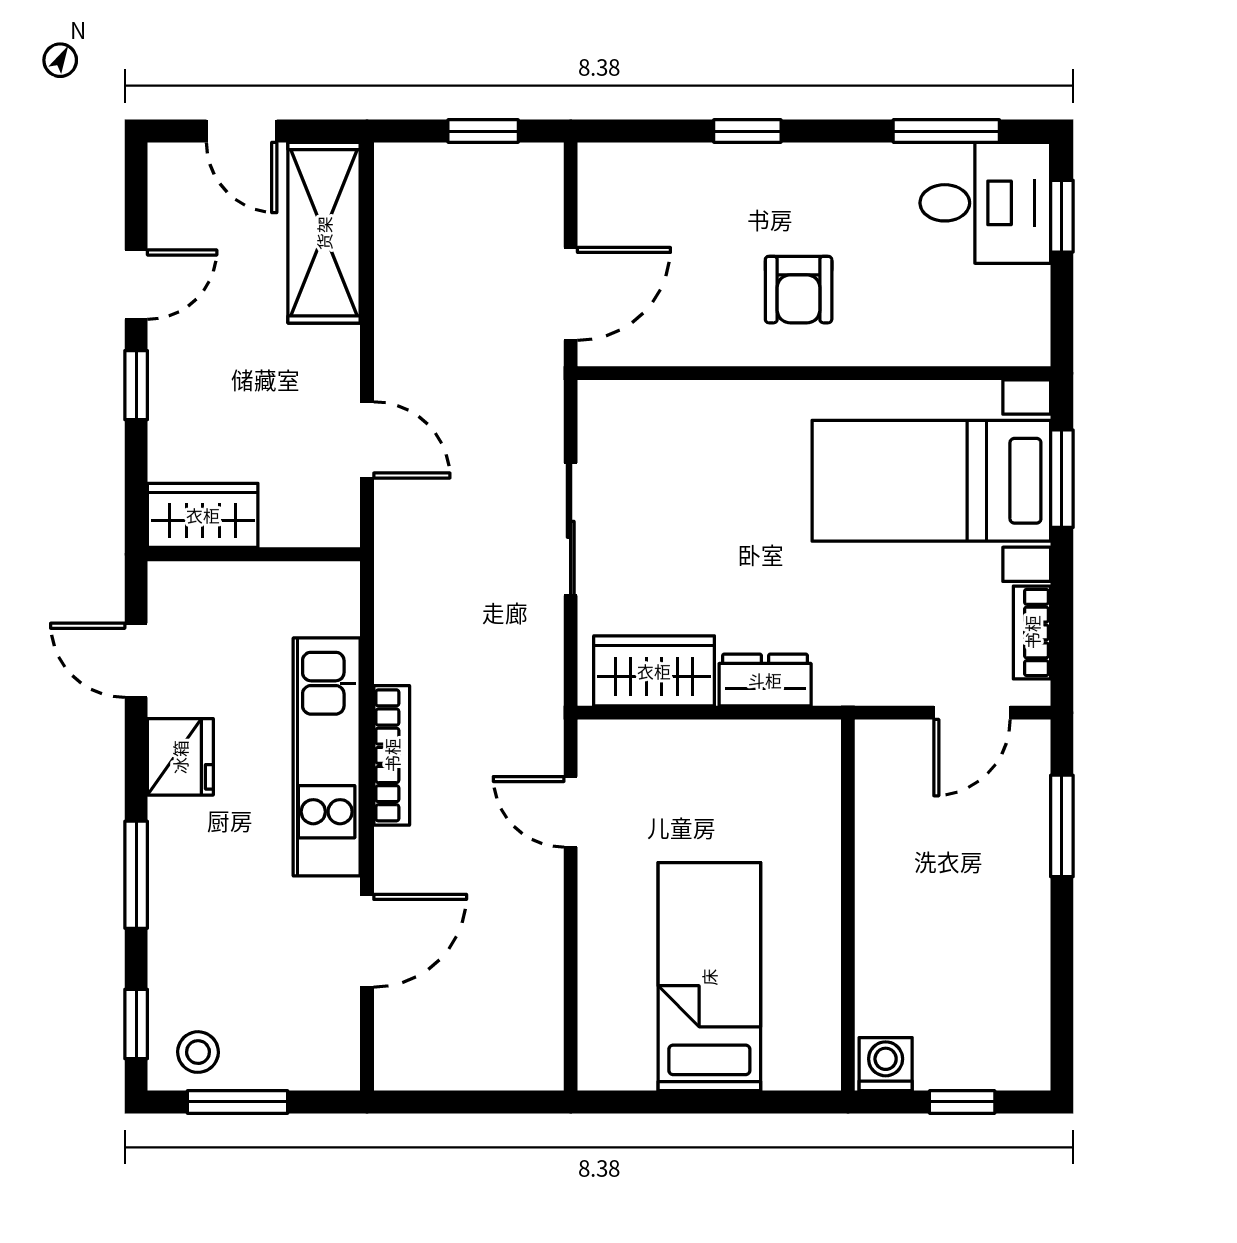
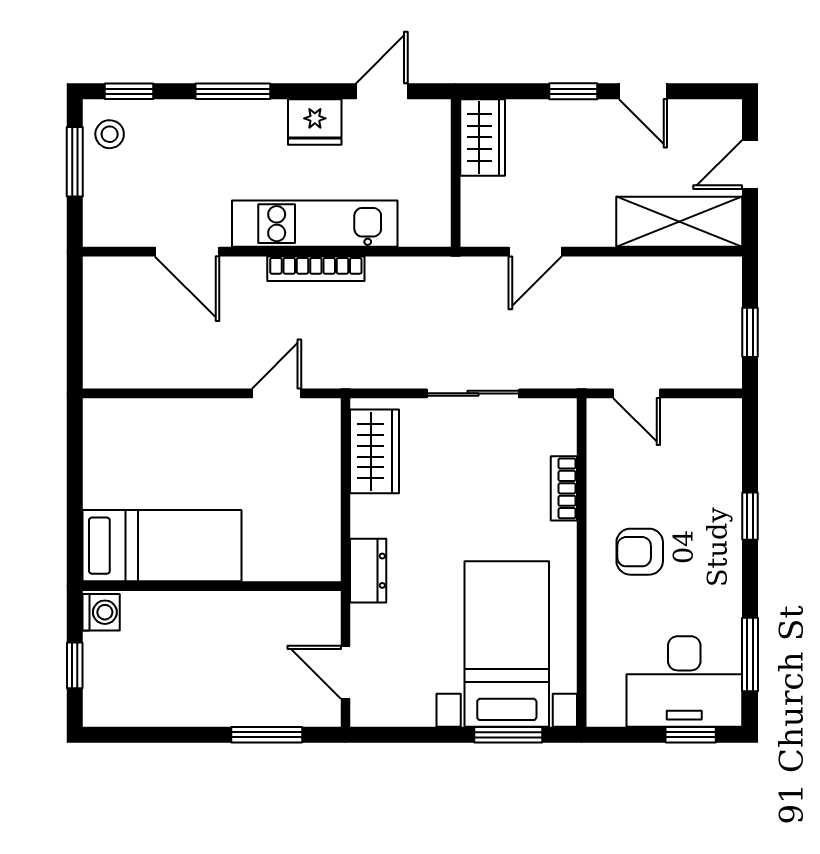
desk: (985, 203) -> (684, 682), width x1.37
door: (571, 294) -> (637, 393), width x0.73
bookcase: (1032, 632) -> (564, 488), moved, turned -90
dresser: (765, 680) -> (368, 571), moved
bed: (709, 977) -> (162, 546), moved

